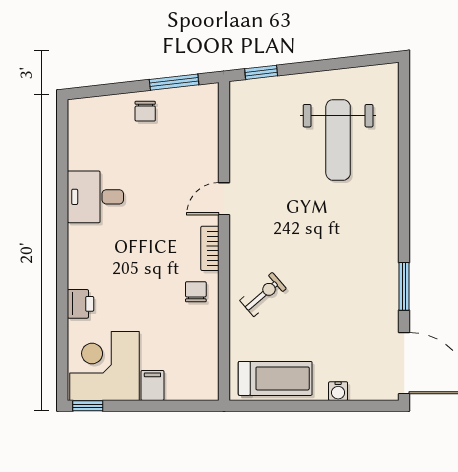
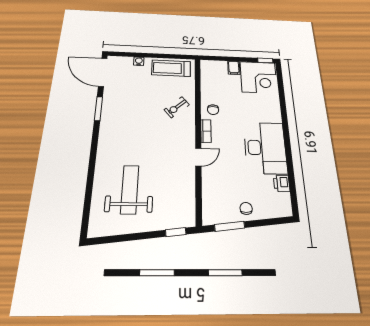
desk: (95, 197) -> (265, 148), width x1.87, depth x1.30
printer: (81, 304) -> (282, 184), moved

